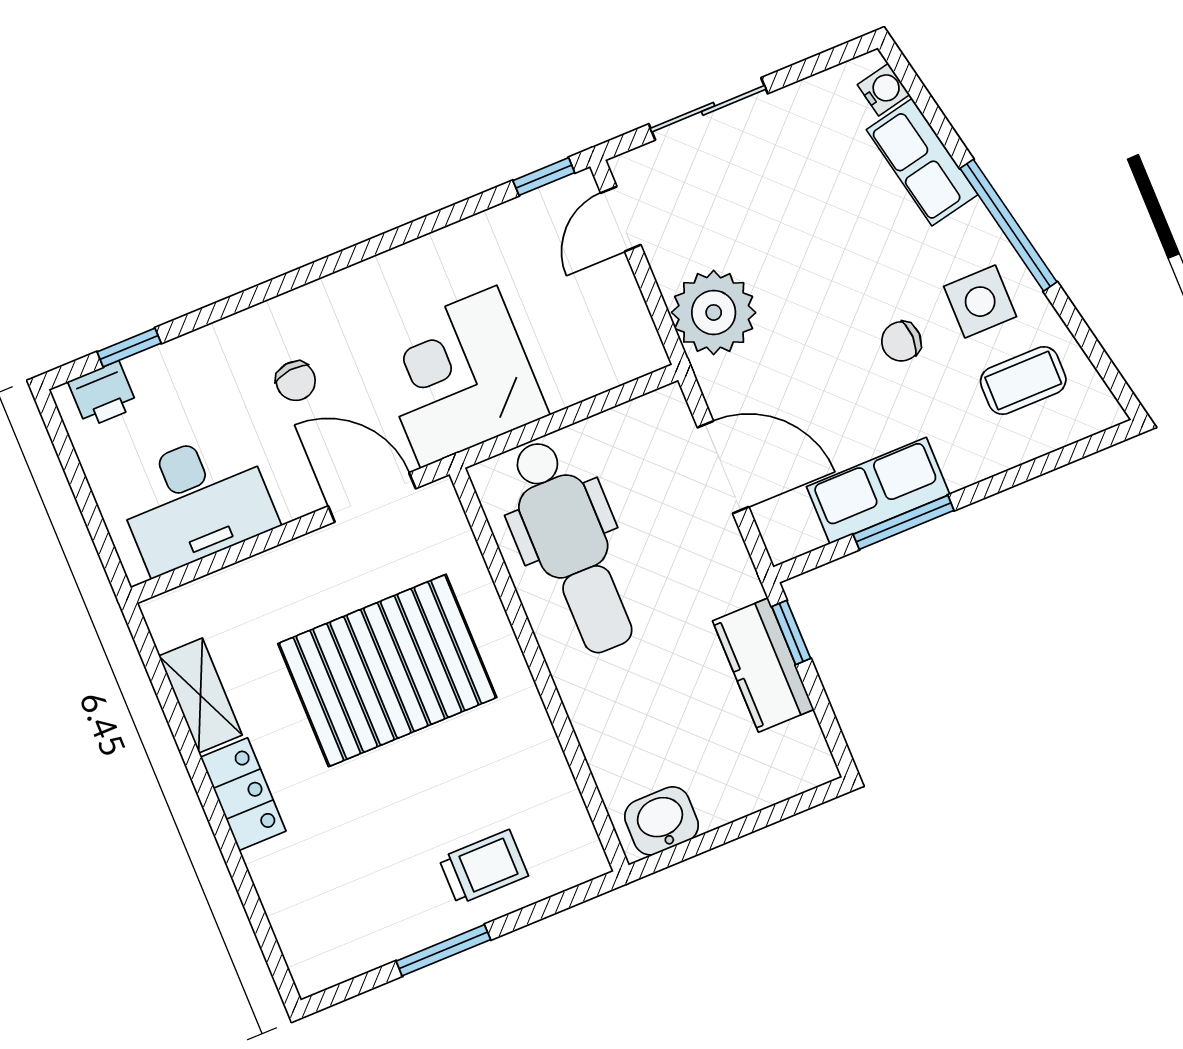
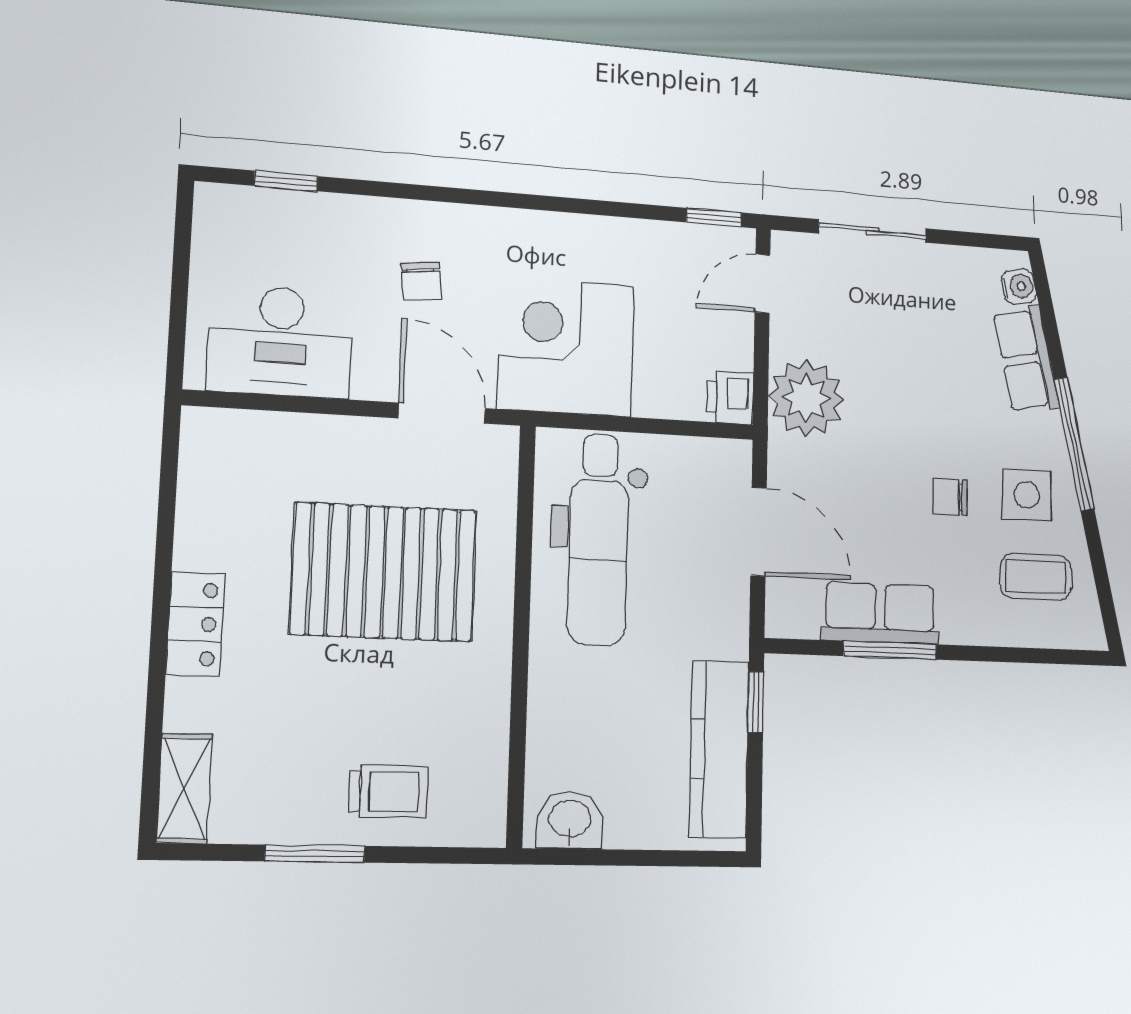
printer: (103, 394) -> (730, 398), moved, turned 90
kitchen counter: (763, 665) -> (719, 749), width x1.50
shelving: (200, 695) -> (184, 788), moved

